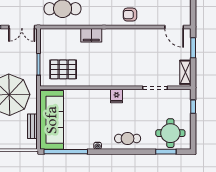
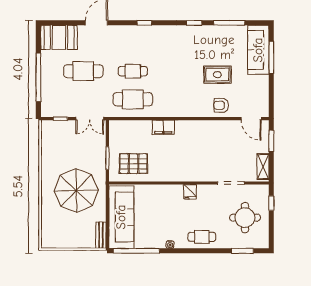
armchair: (130, 15) -> (221, 105), moved
bench: (32, 126) -> (101, 235), moved
round table: (170, 133) -> (245, 218), moved

